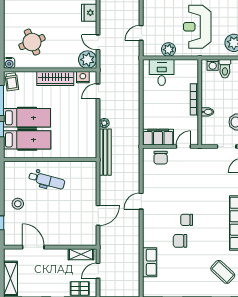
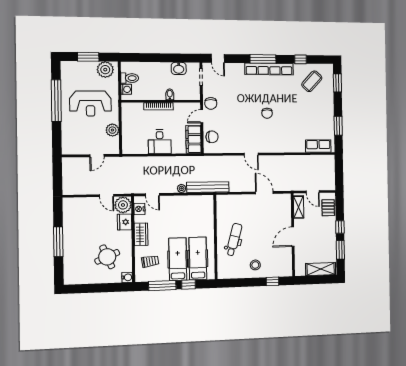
fridge: (89, 13) -> (125, 222), moved, turned 90
door: (141, 33) -> (97, 156), hinge flipped
door: (98, 42) -> (107, 196), hinge flipped
desk: (162, 72) -> (160, 142), moved, turned -90
wardrobe: (55, 78) -> (141, 234), width x0.67
trolley: (12, 82) -> (150, 261), moved
door: (183, 147) -> (202, 116), hinge flipped
chair: (180, 241) -> (211, 103), moved
door: (33, 247) -> (293, 237), moved
row of seats: (150, 262) -> (318, 146), moved

